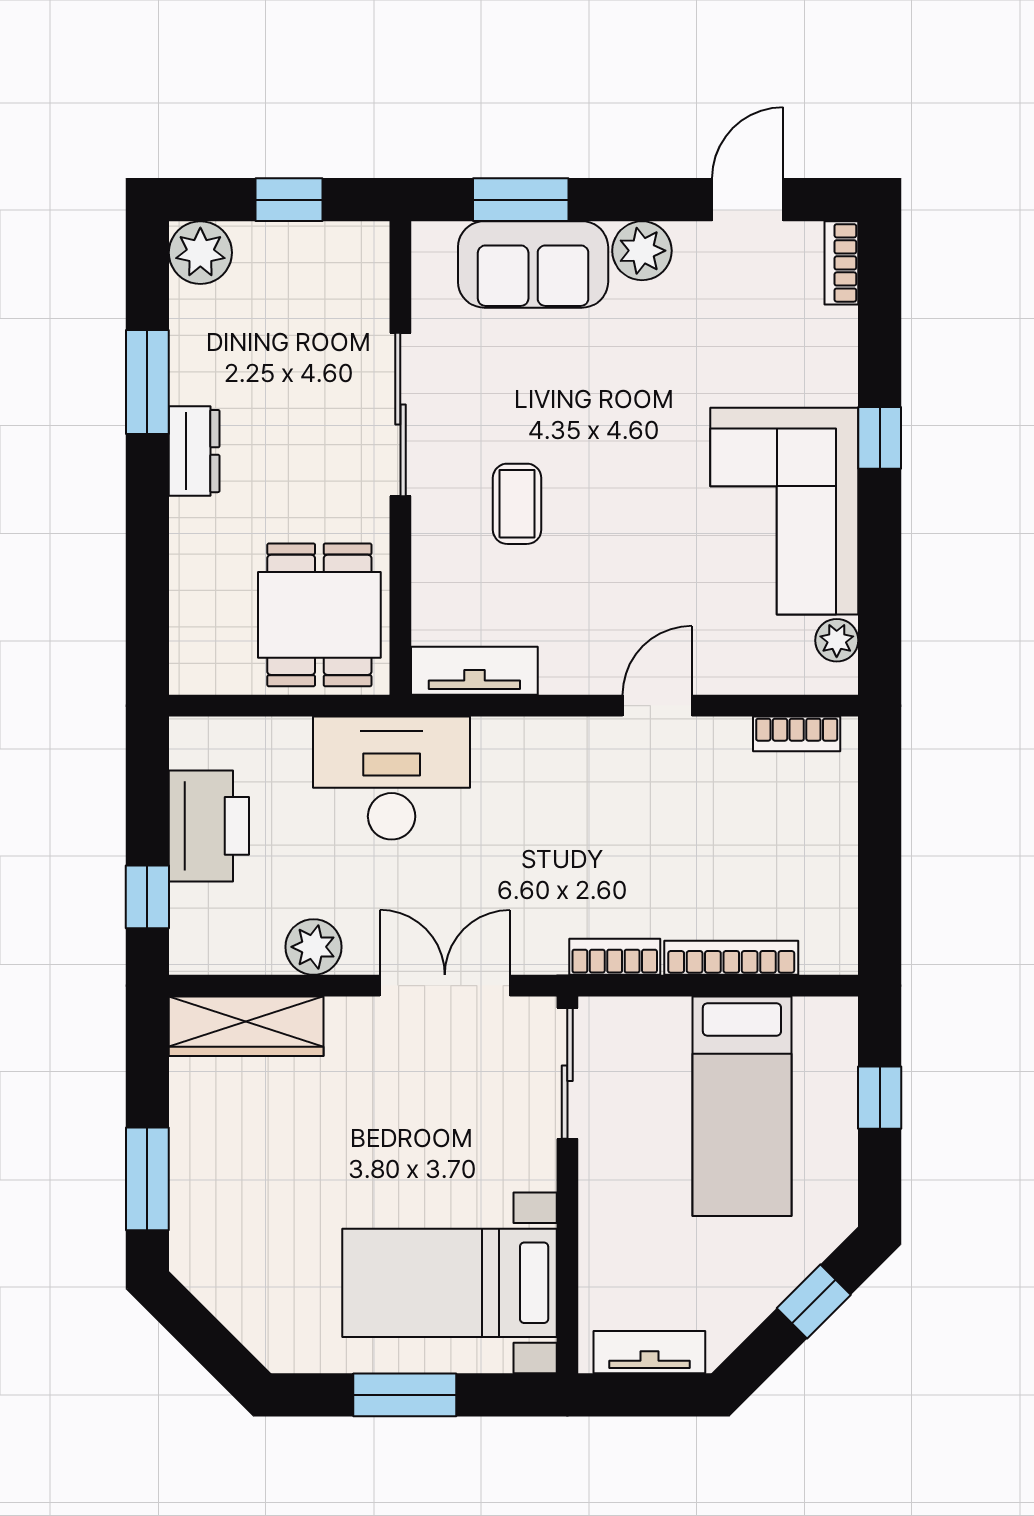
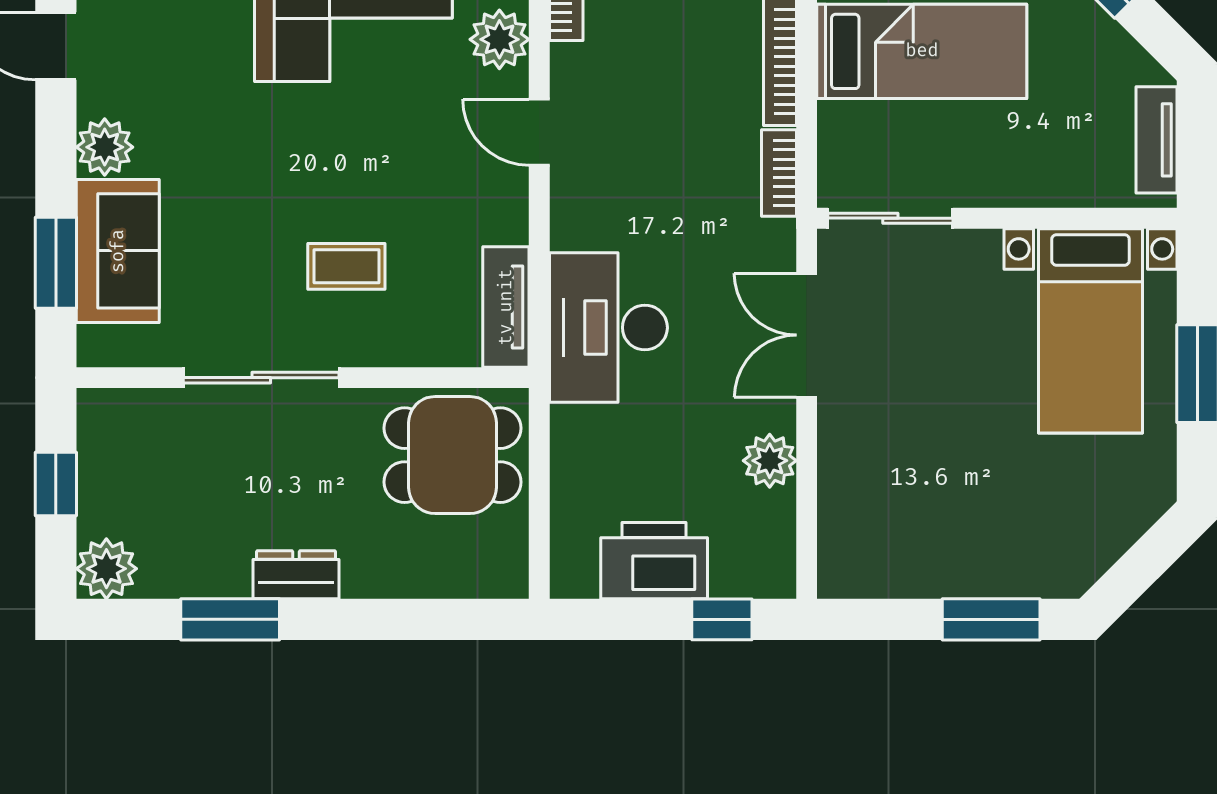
plant: (755, 664) -> (499, 39), added
desk: (392, 778) -> (608, 328), moved
wardrobe: (246, 1026) -> (845, 525), removed

